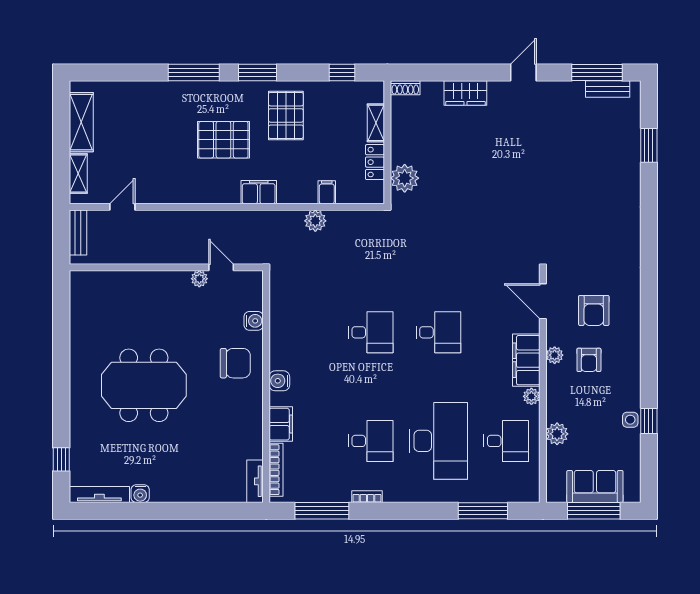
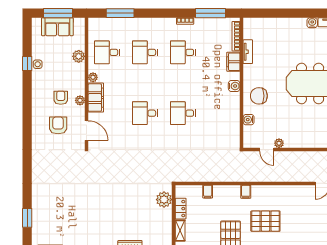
filing cabinet: (259, 192) -> (246, 192), width x0.50
plant: (315, 221) -> (214, 176), removed
desk: (438, 441) -> (145, 52), width x0.53, depth x0.77
tv unit: (255, 481) -> (248, 52), moved

